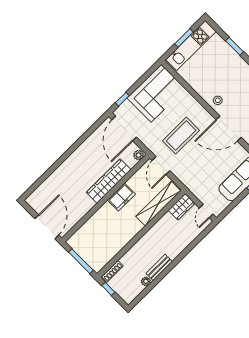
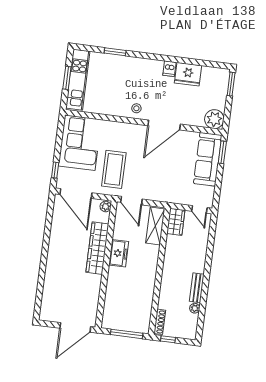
coffee table: (181, 136) -> (114, 169), moved
shelving: (158, 204) -> (155, 226), width x0.68
door: (47, 227) -> (75, 327), swing flipped

